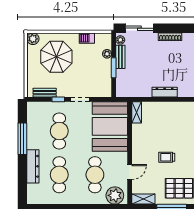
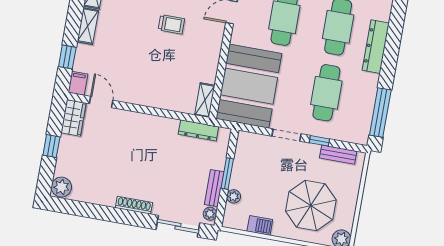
dresser: (165, 92) -> (198, 130), moved
window: (22, 139) -> (380, 112), moved

